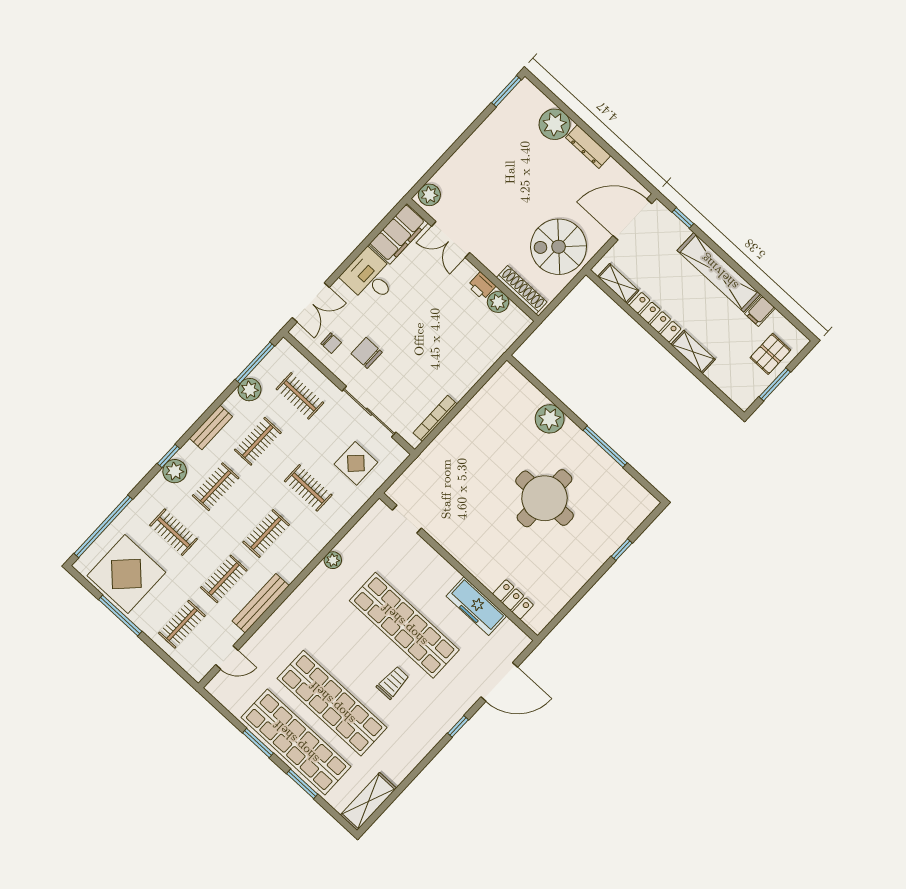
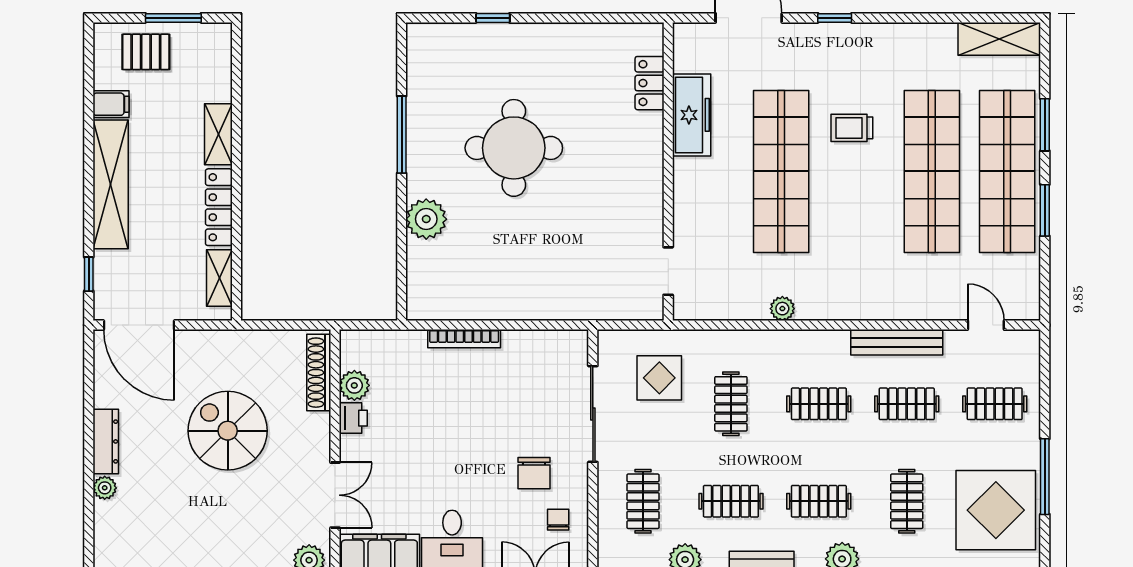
plant: (555, 124) -> (105, 488), width x0.53, depth x0.53
spiral stairs: (559, 247) -> (228, 431), moved, turned 180
bookcase: (435, 418) -> (464, 339), moved

